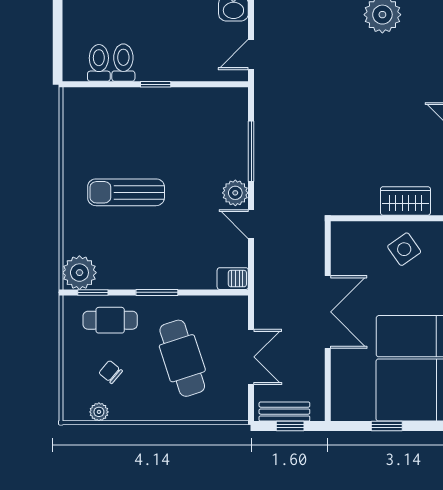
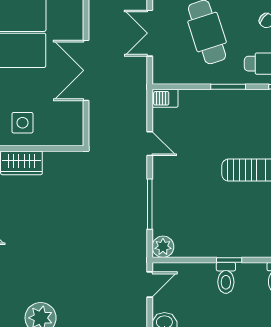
toilet: (123, 63) -> (226, 278), moved
plant: (235, 193) -> (163, 247), moved
side table: (404, 249) -> (22, 123), turned 35

